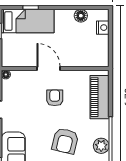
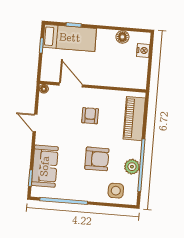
door: (49, 68) -> (71, 85), moved
armchair: (65, 141) -> (97, 159), turned -103

